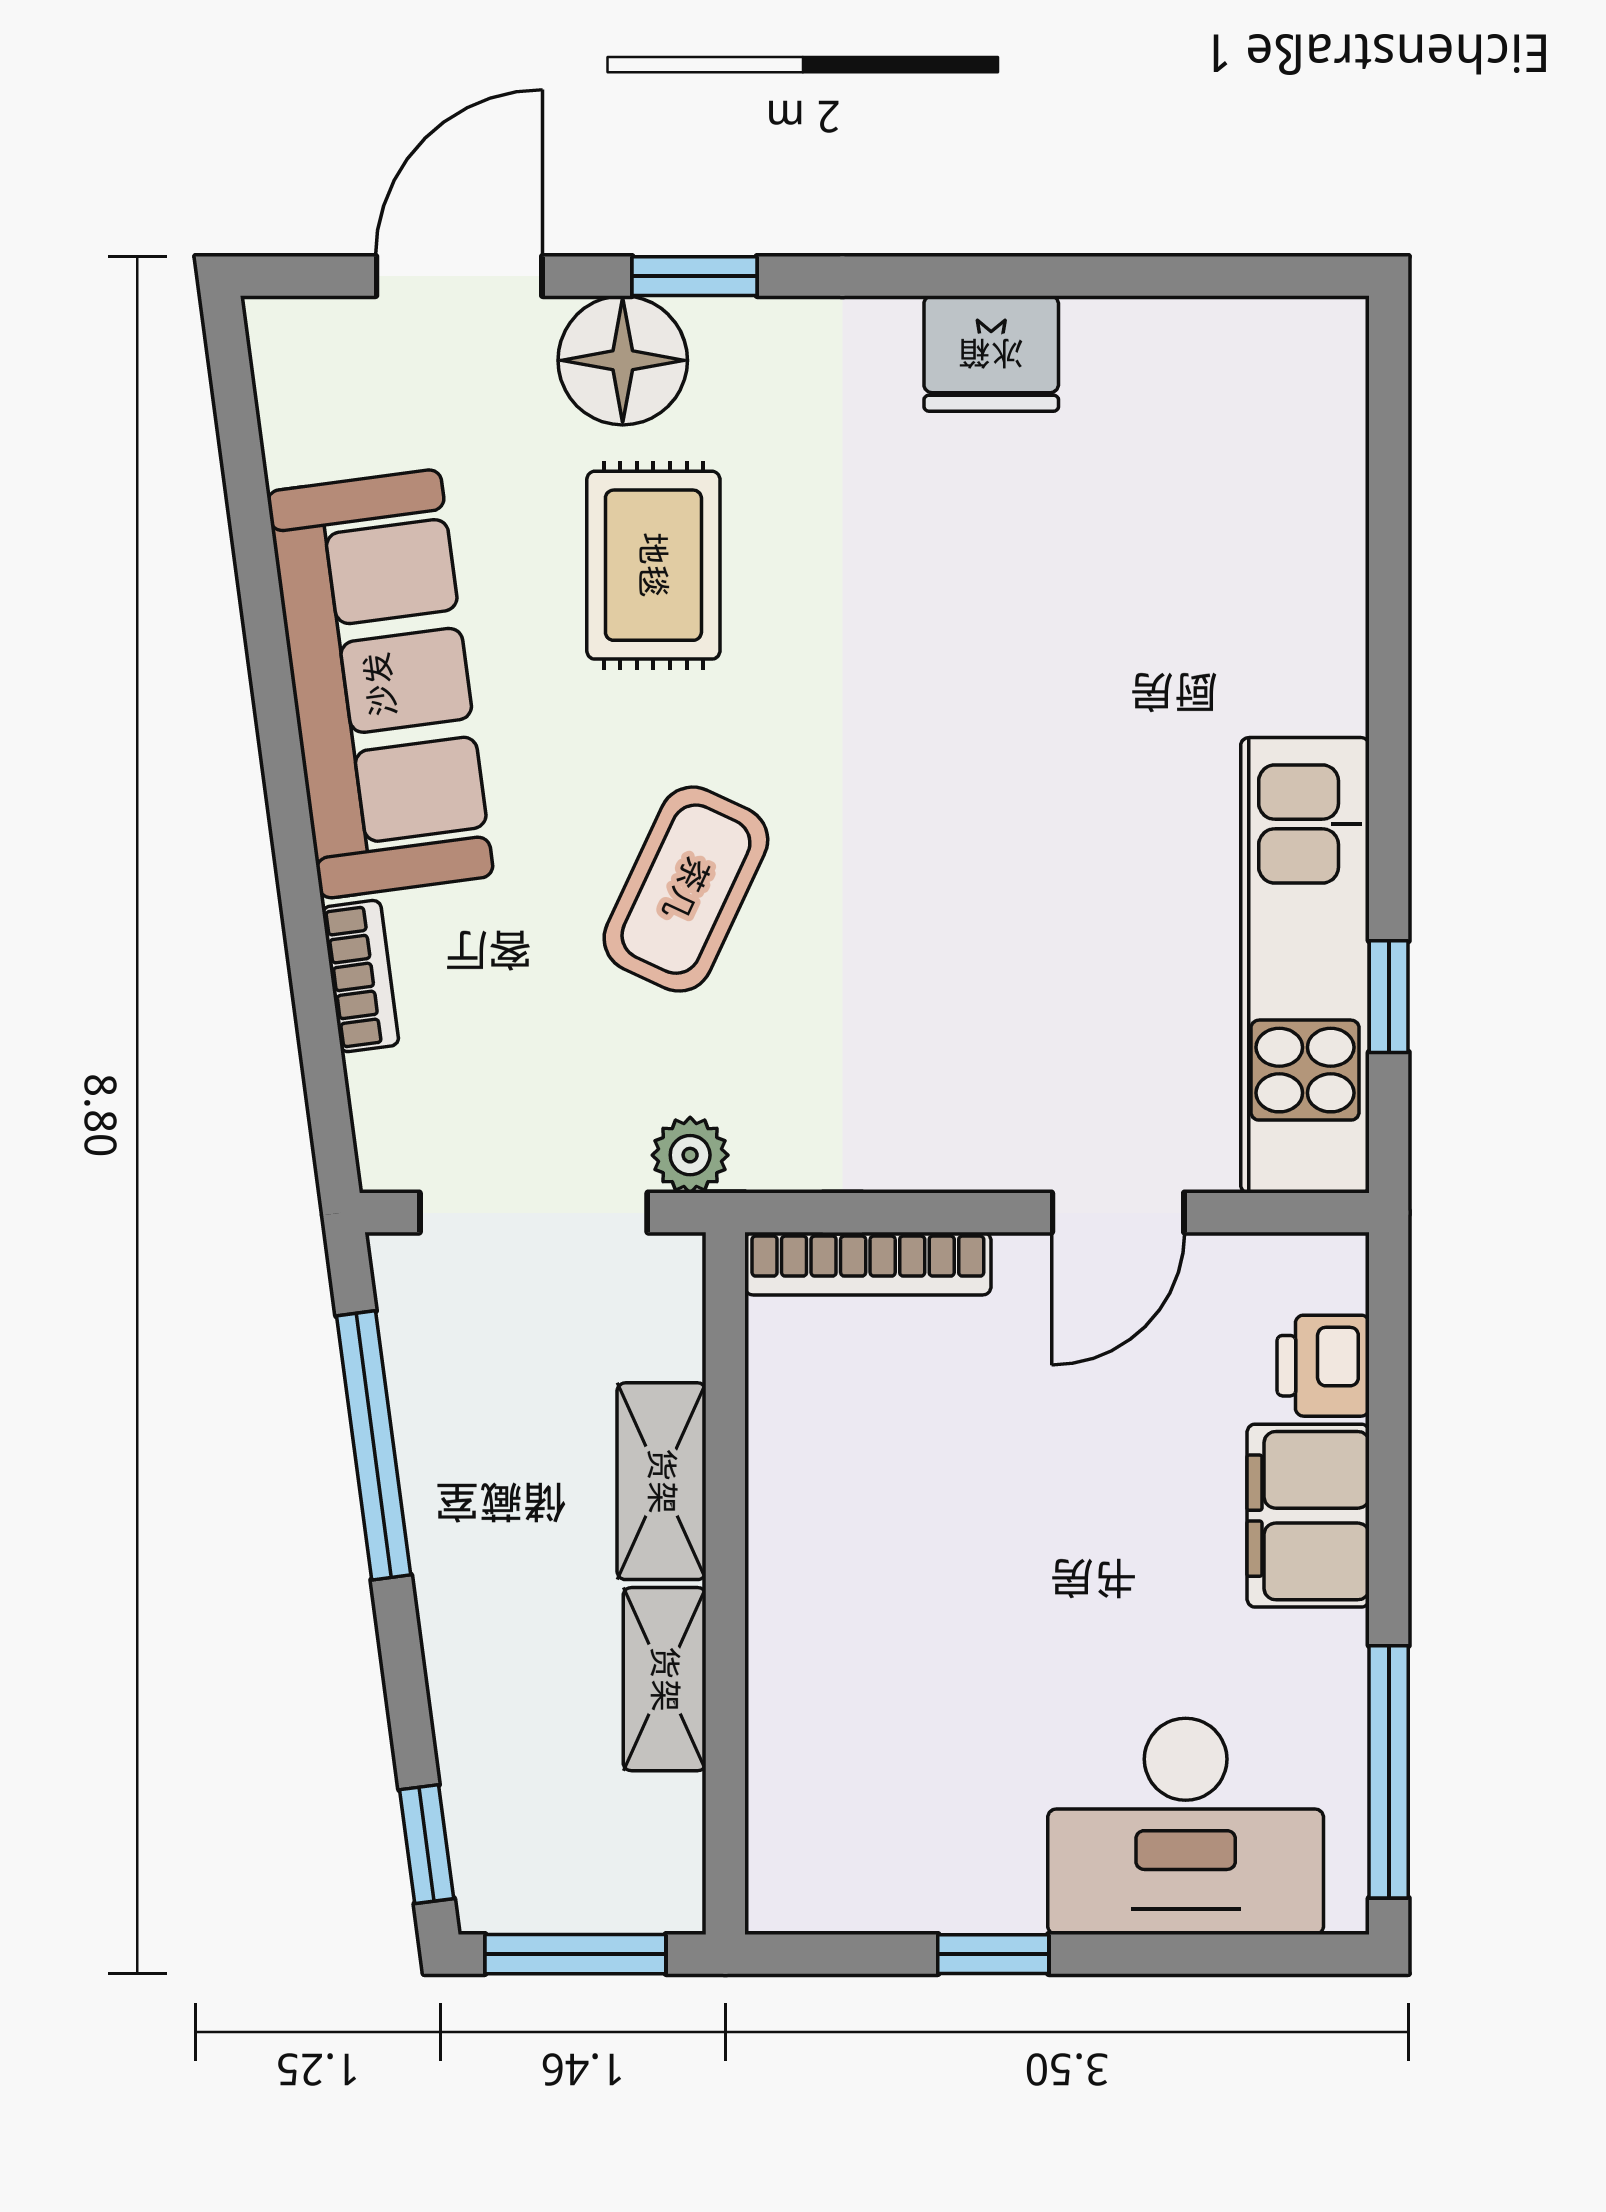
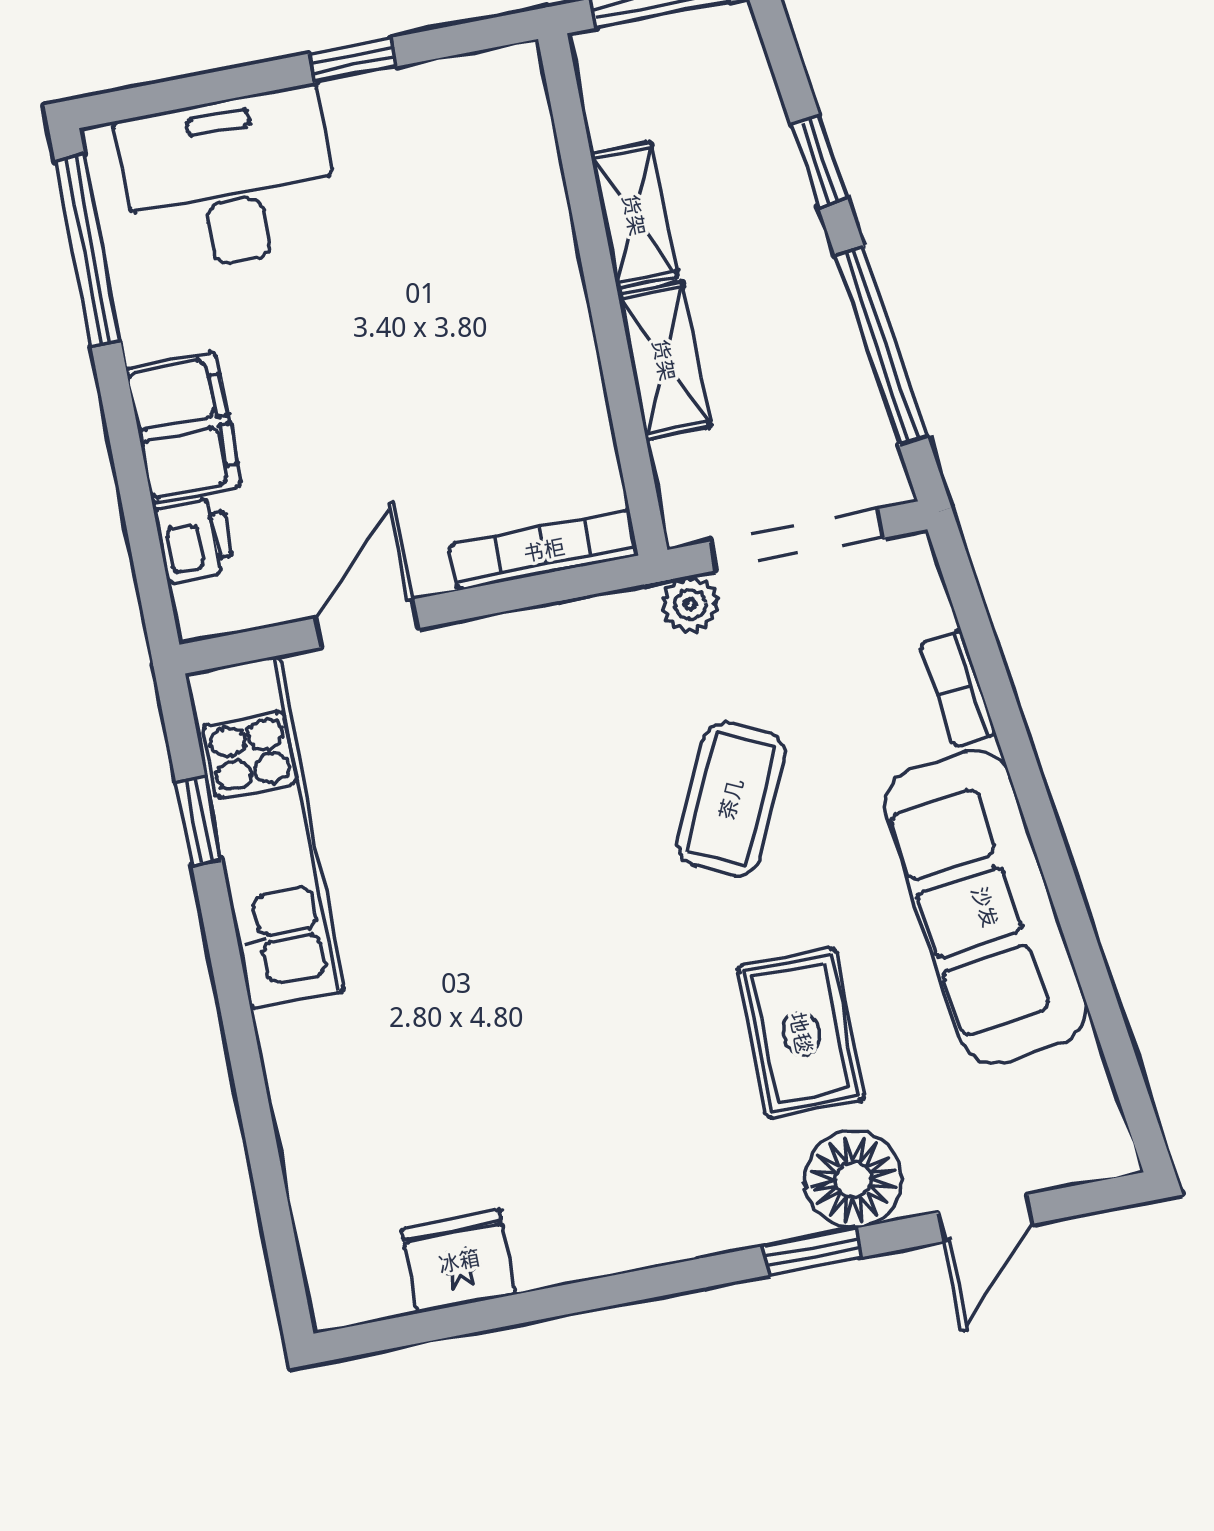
door: (459, 276) -> (986, 1218), width x0.73
fridge: (991, 353) -> (459, 1261), moved
window: (427, 1844) -> (819, 161), moved

